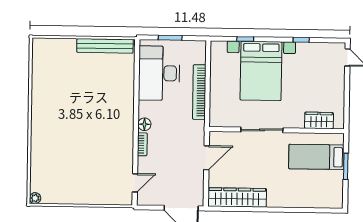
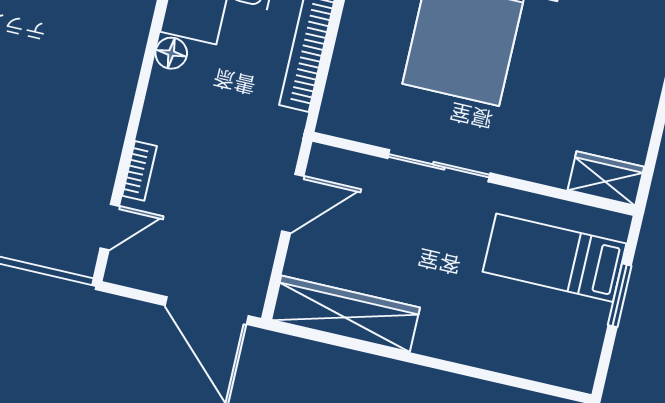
wardrobe: (319, 120) -> (606, 178), moved
floor lamp: (144, 124) -> (171, 53), moved
bookcase: (142, 144) -> (140, 171), moved

